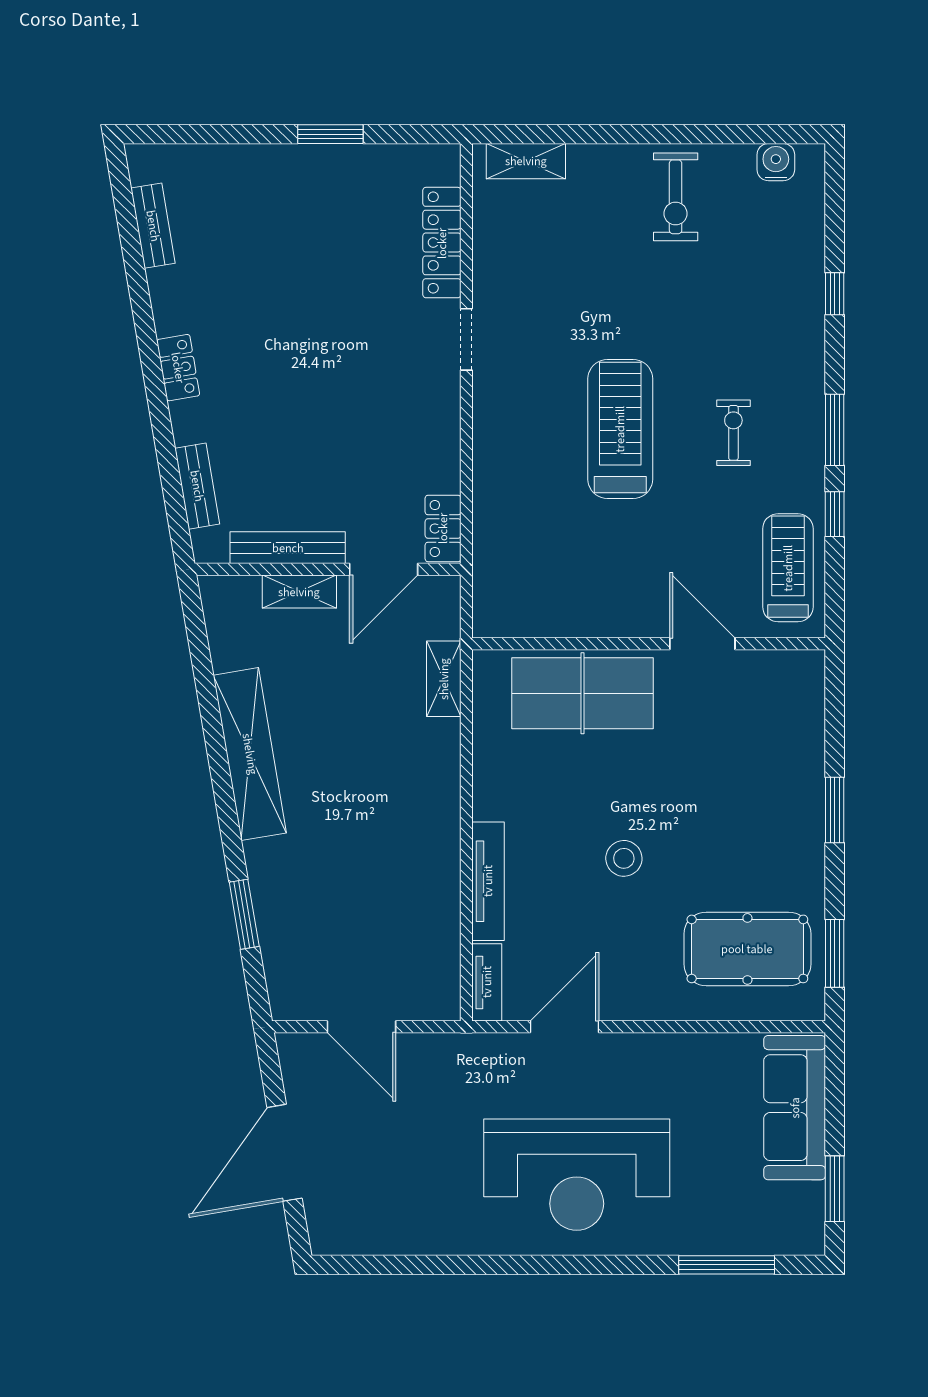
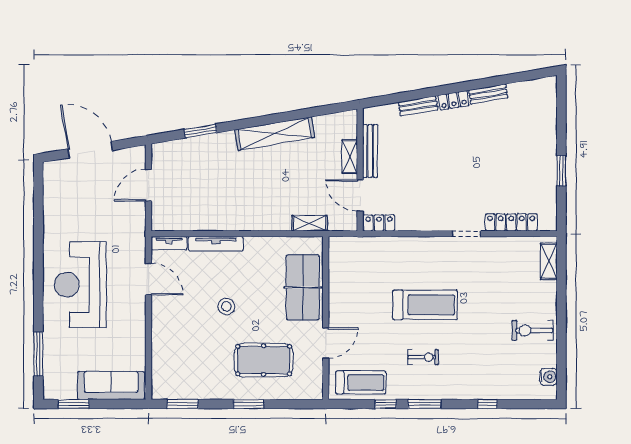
bench: (153, 226) -> (488, 94), moved
bench: (197, 486) -> (418, 106), moved
pool table: (747, 949) -> (264, 360), moved, turned 90

